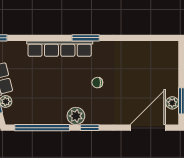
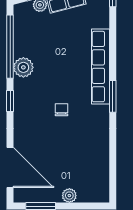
plant: (172, 103) -> (69, 196), moved
plant: (76, 116) -> (23, 67), moved

